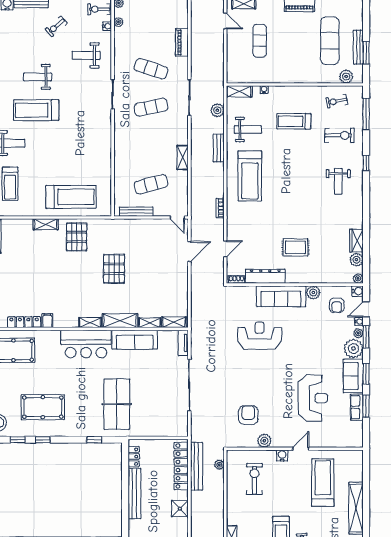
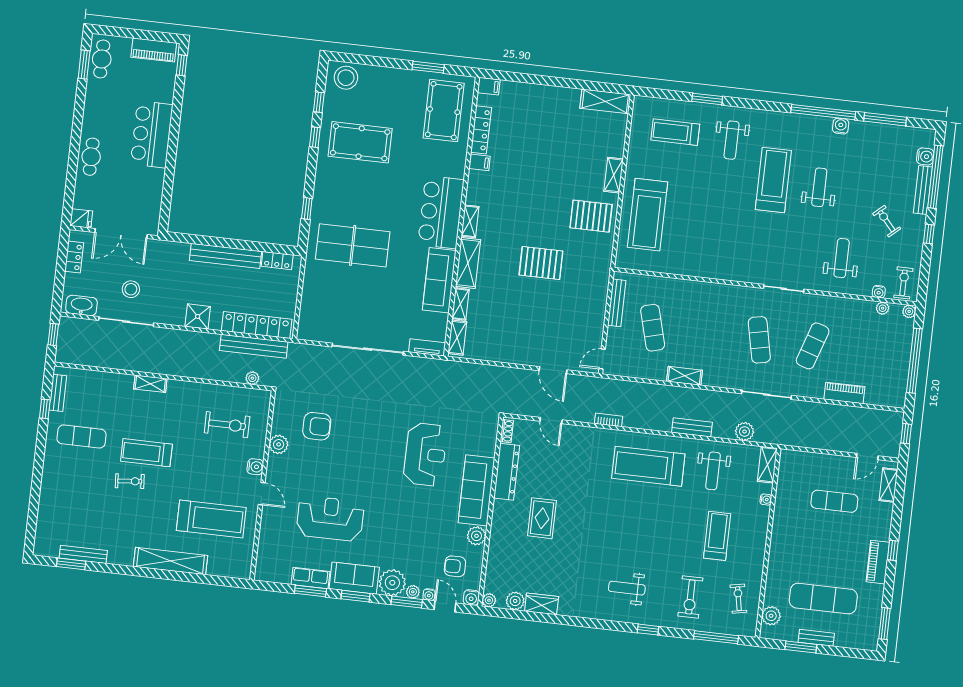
bench: (358, 47) -> (816, 638), width x0.73
reception desk: (313, 398) -> (330, 518), turned 180
pool table: (43, 407) -> (360, 142), turned 90

